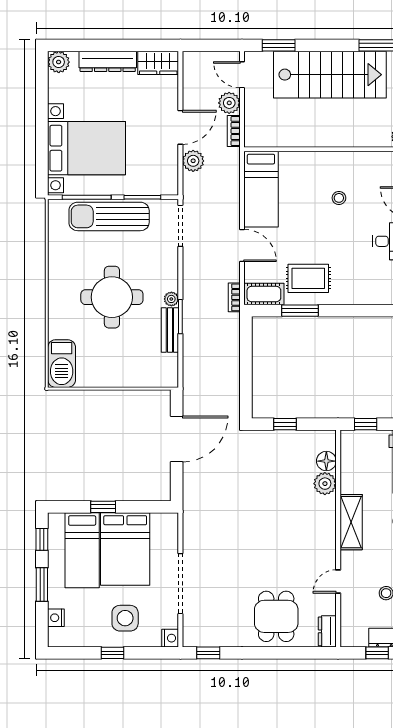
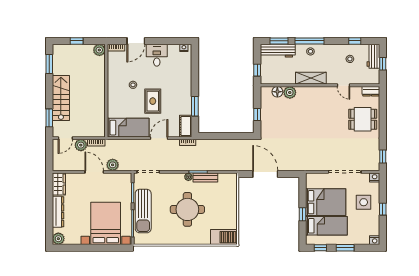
stairs: (330, 75) -> (61, 98), width x0.73, depth x0.66
rug: (308, 278) -> (153, 101), moved
nightstand: (56, 618) -> (375, 240), moved

